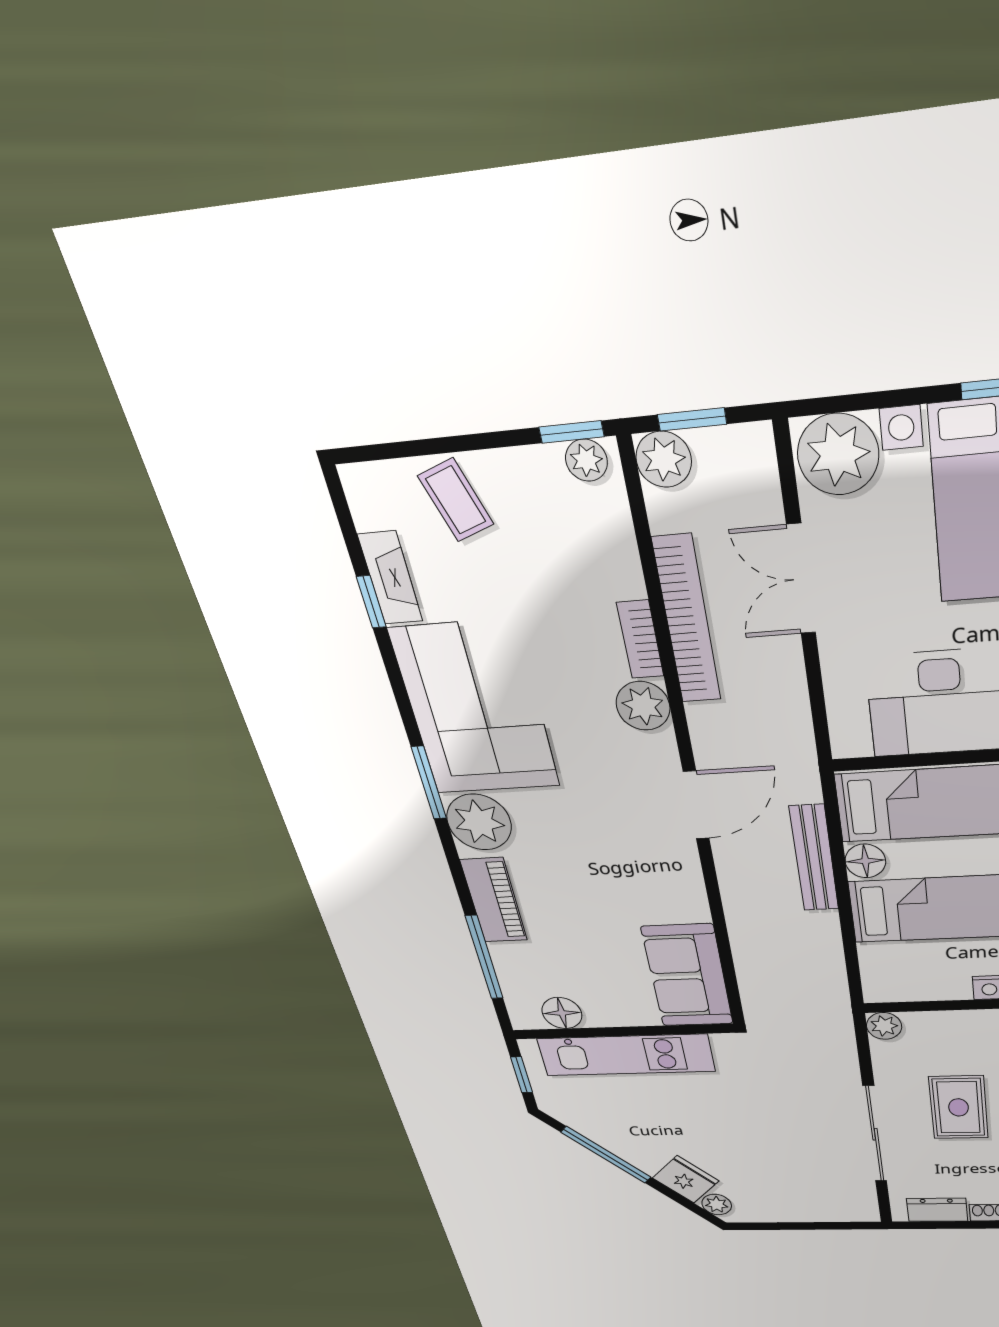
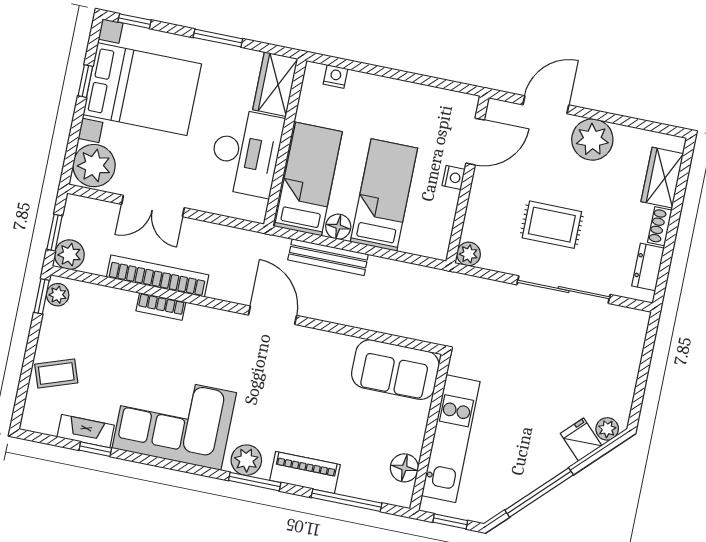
plant: (643, 706) -> (200, 321), removed
window: (429, 783) -> (255, 482), moved
plant: (479, 822) -> (246, 460), width x0.73, depth x0.73
fridge: (686, 1179) -> (581, 440), width x0.72

